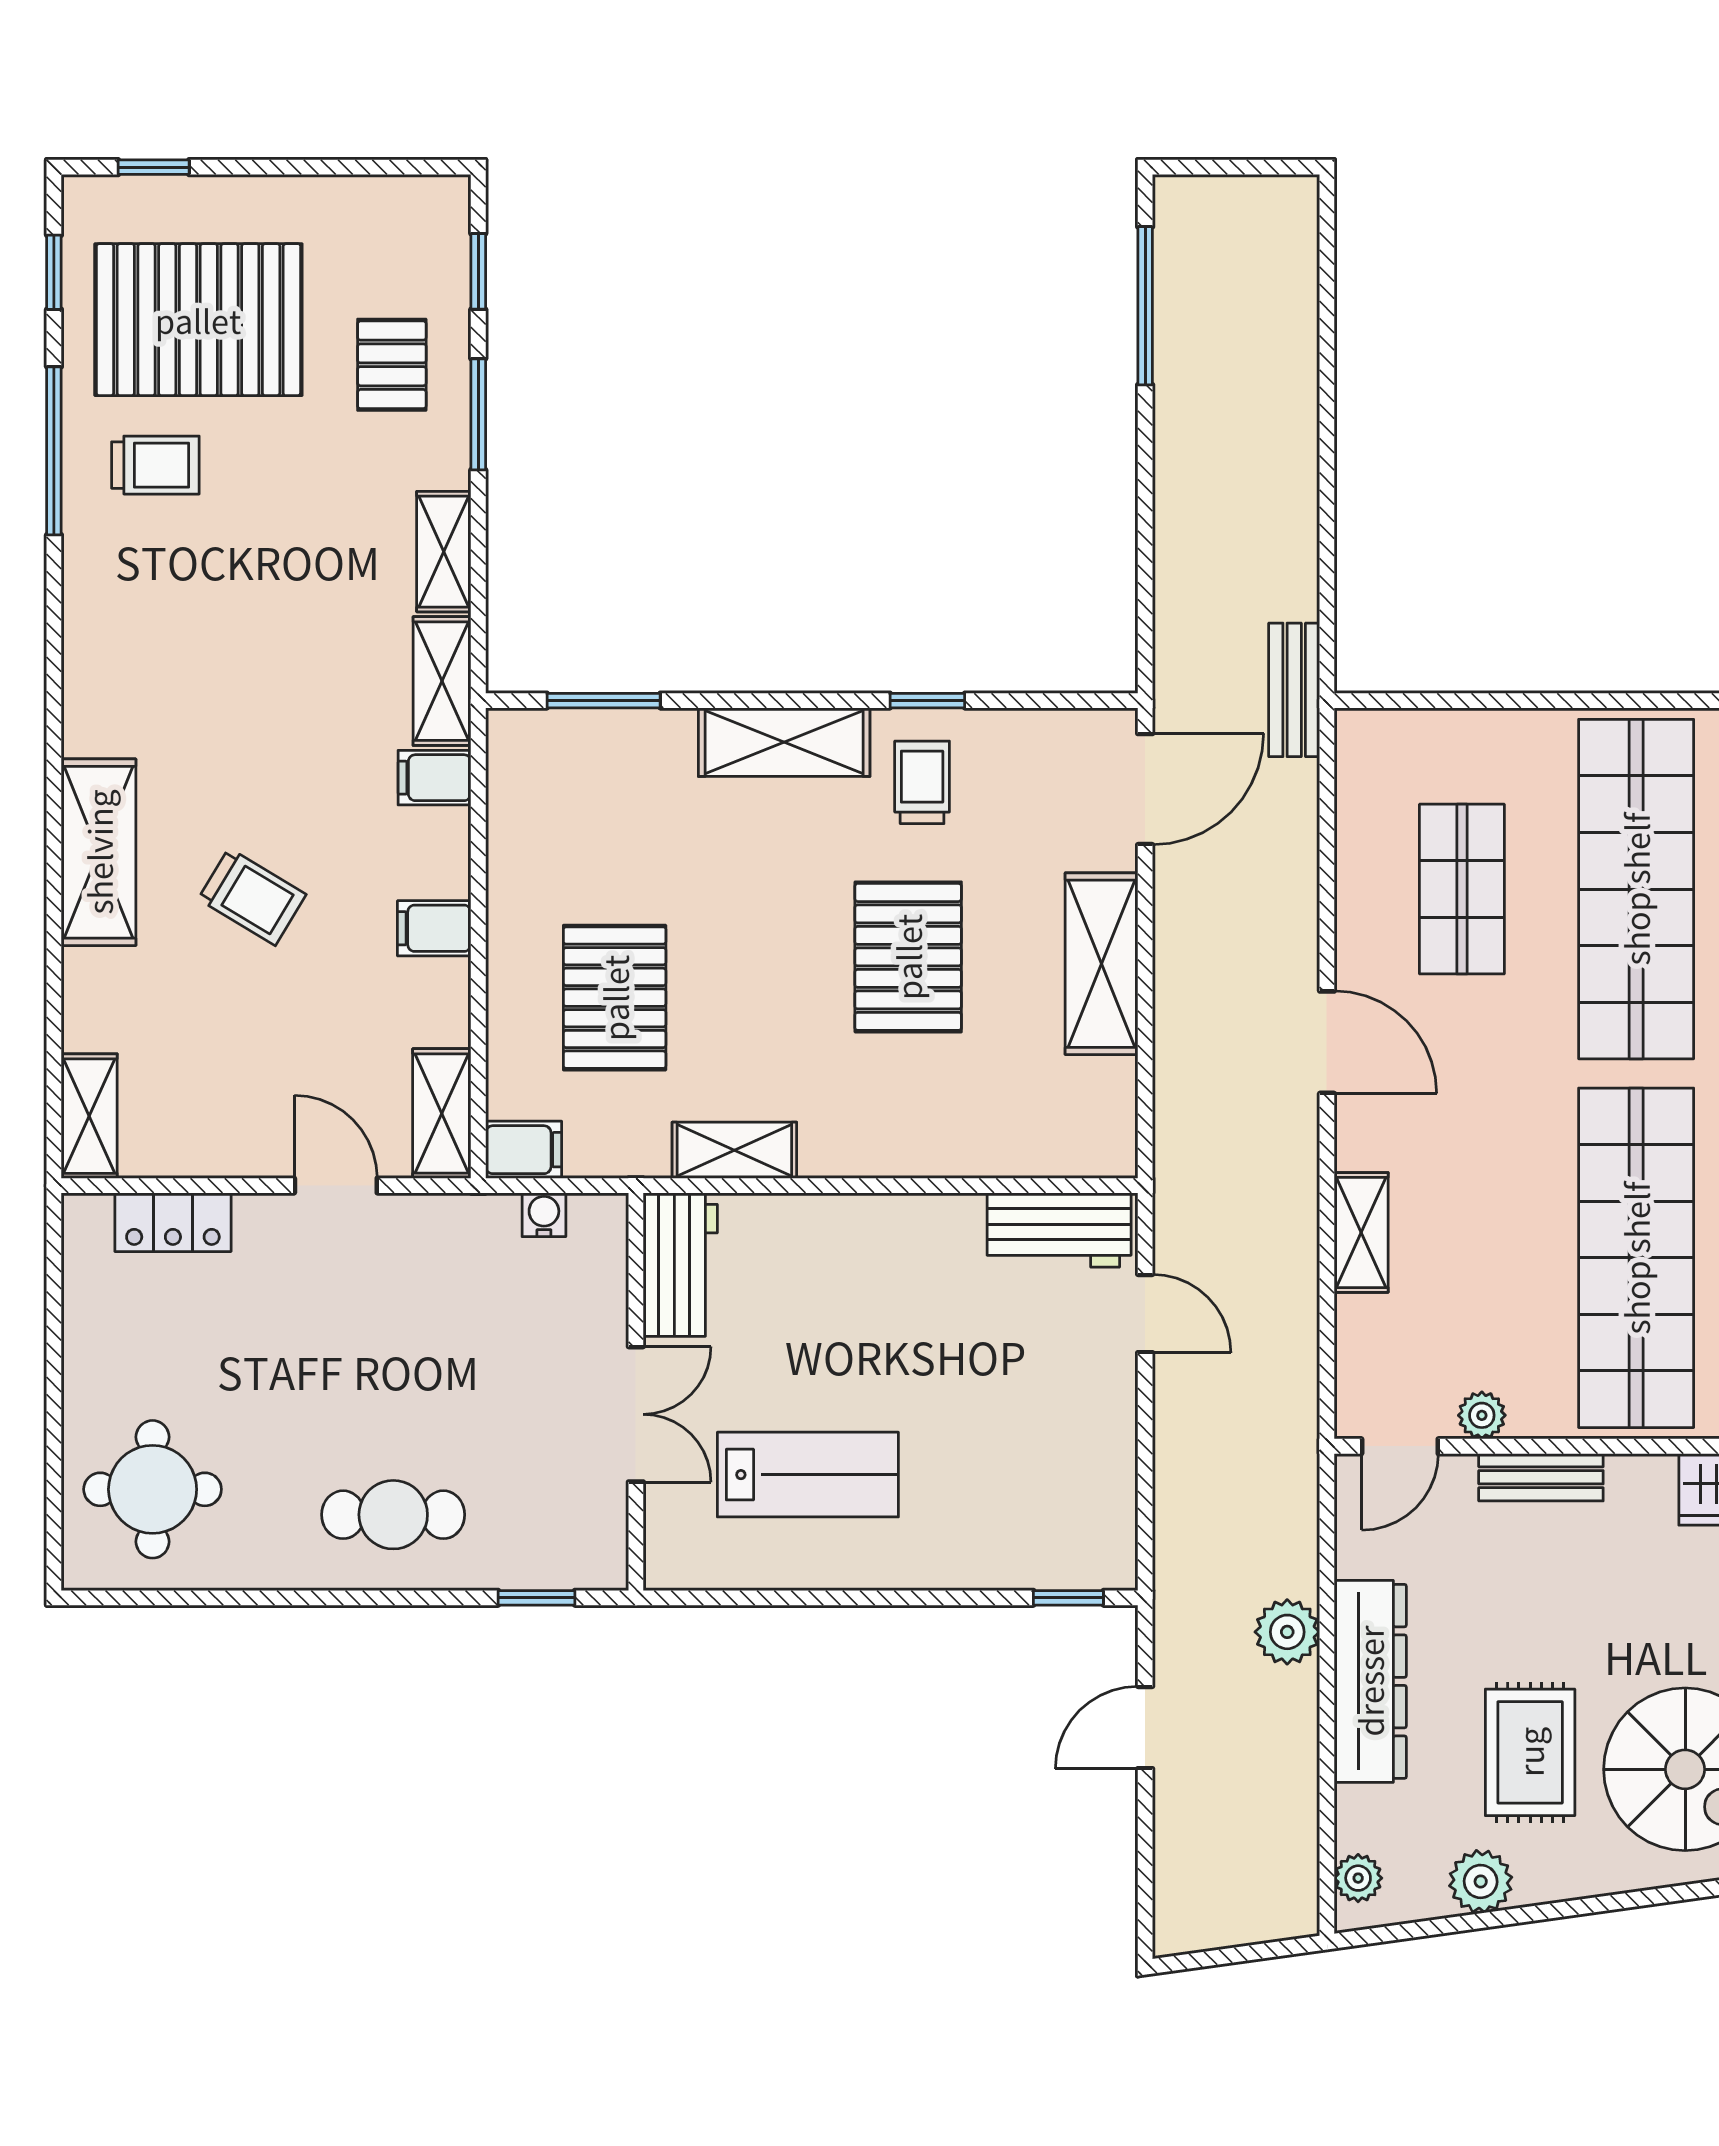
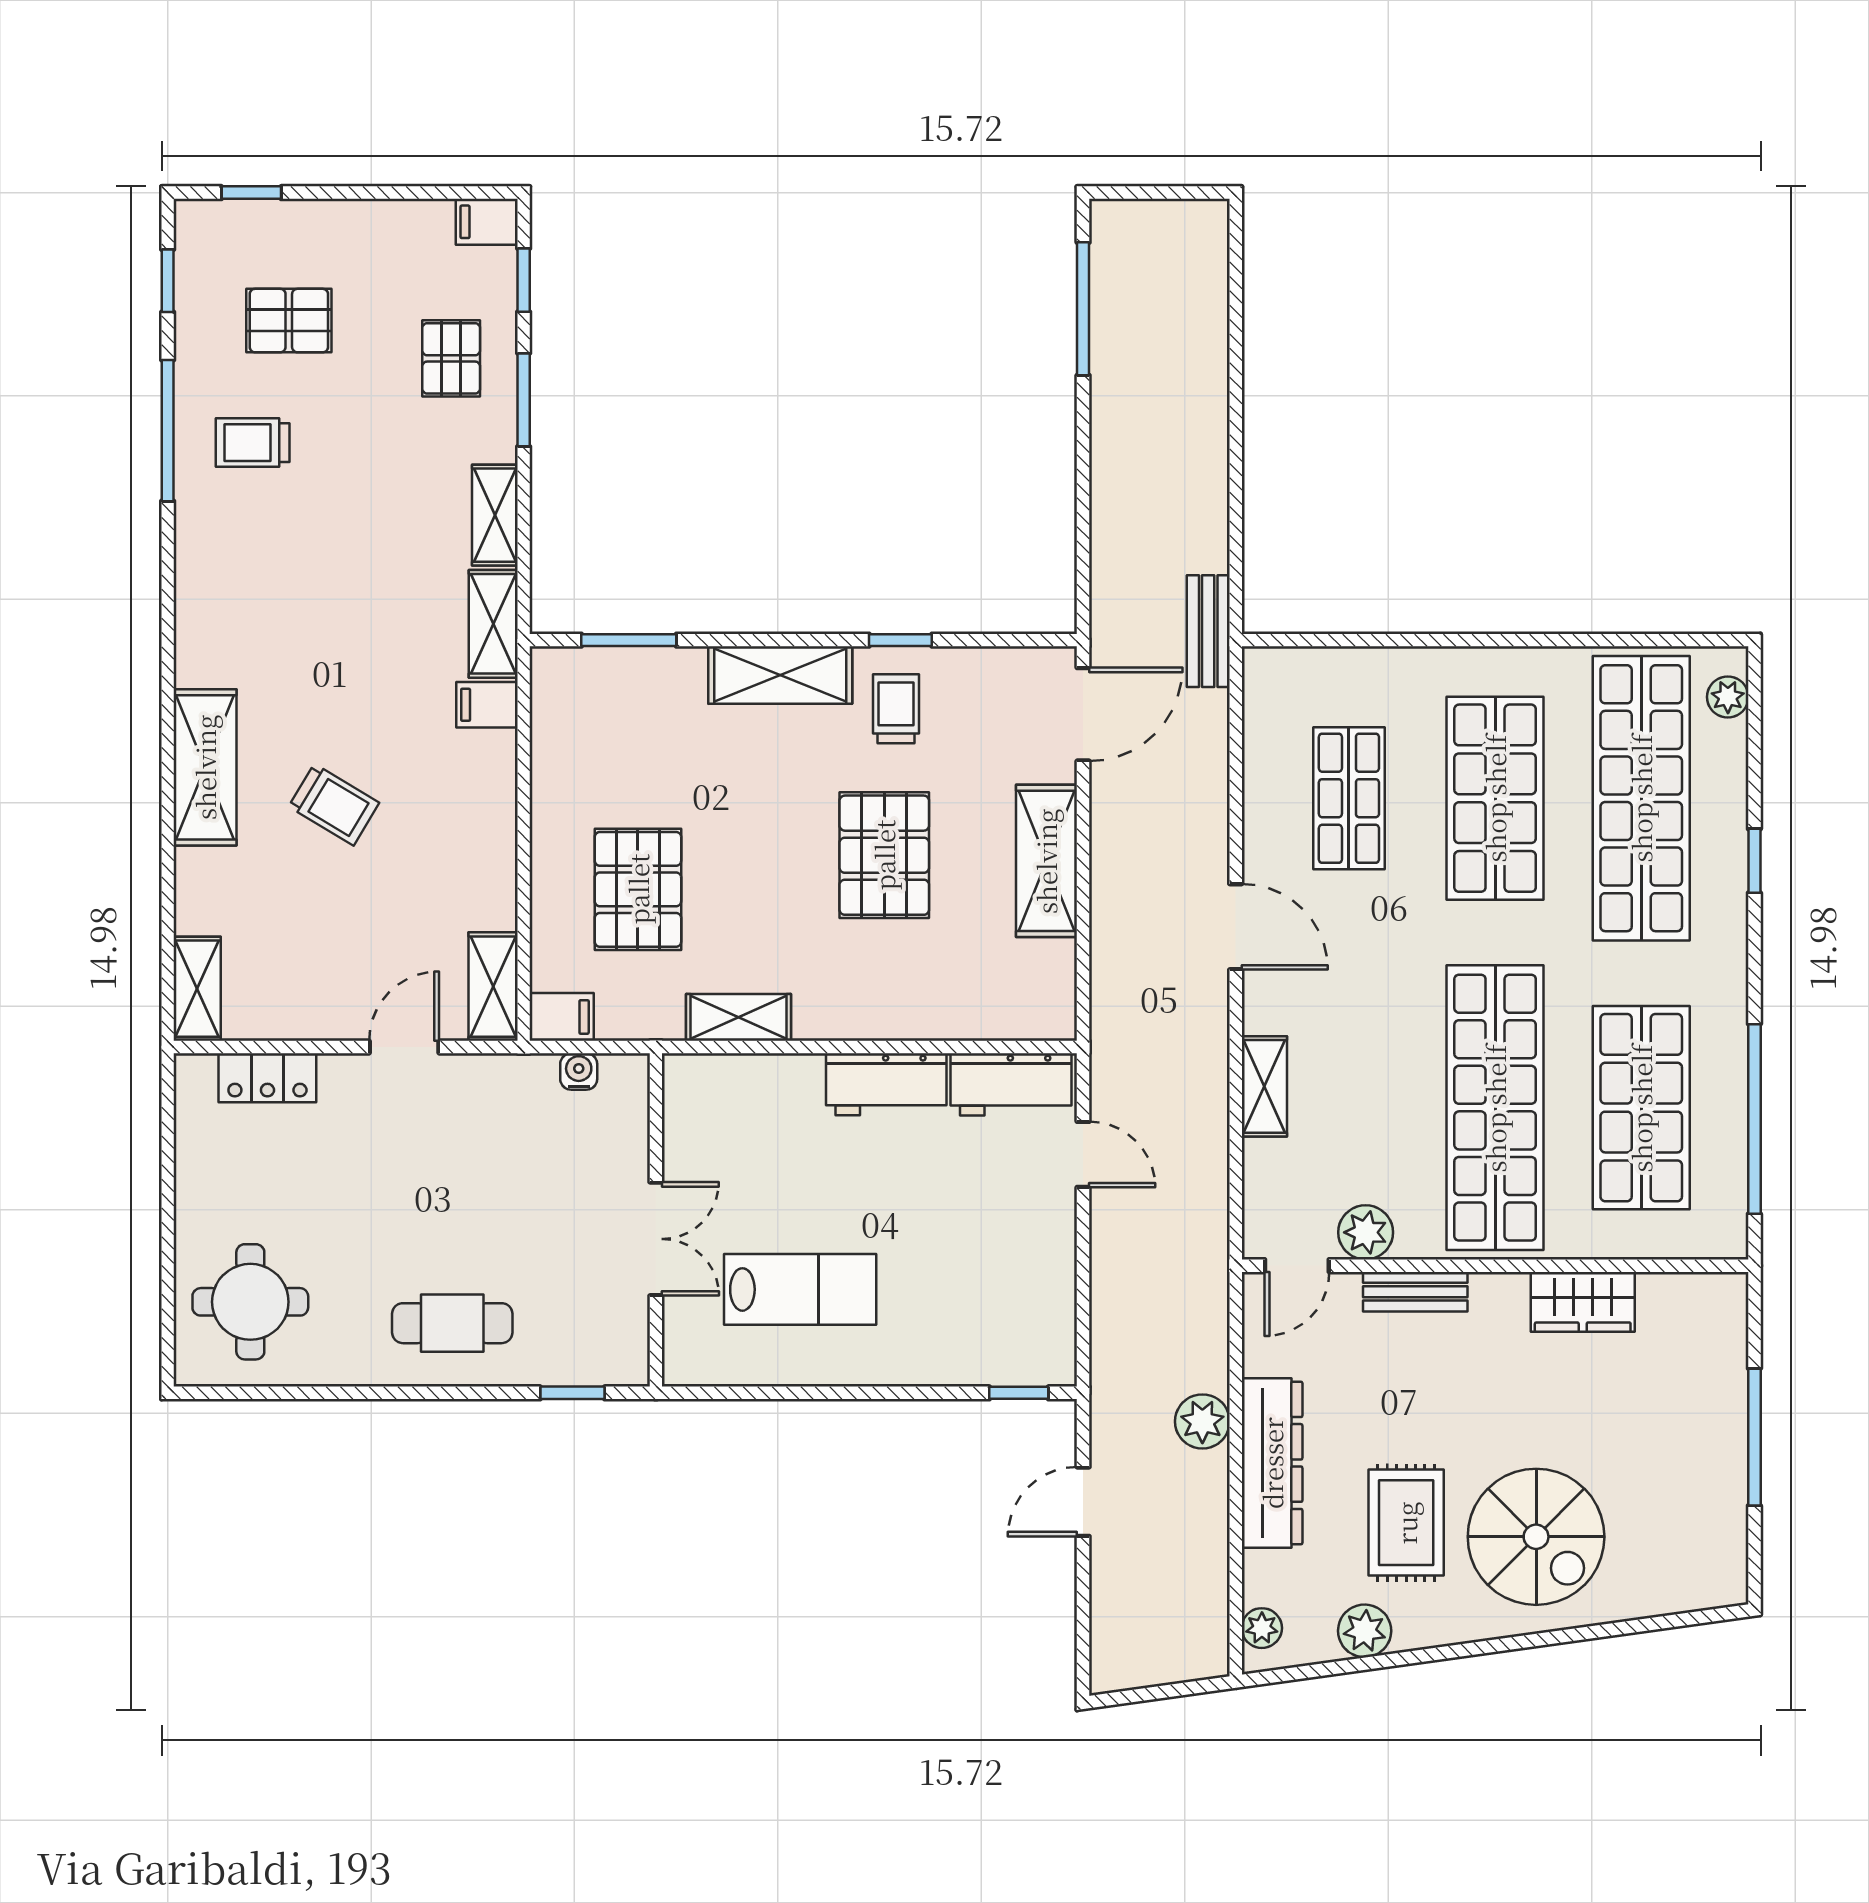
pallet: (198, 320) -> (289, 321), width x0.49, depth x0.50
trolley: (155, 465) -> (253, 443), turned 180
shop shelf: (1636, 889) -> (1495, 798), width x0.71
filing cabinet: (434, 928) -> (487, 222), moved
door: (336, 1186) -> (404, 1047), hinge flipped
workbench: (680, 1265) -> (886, 1084), moved, turned 90
plant: (1482, 1415) -> (1366, 1232), width x1.38, depth x1.38

